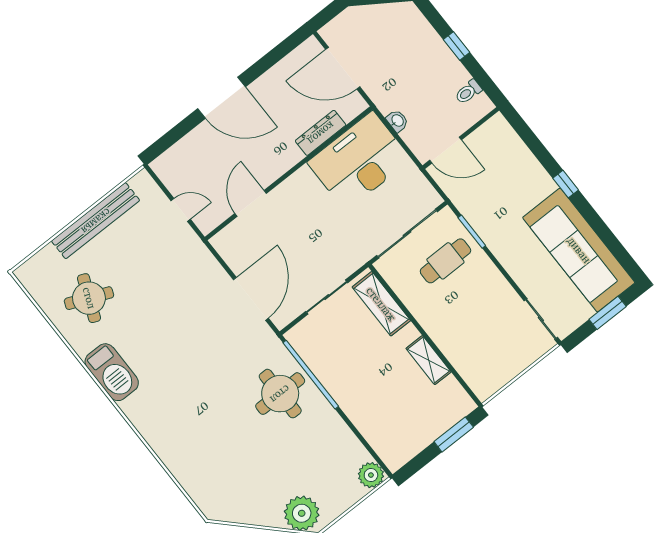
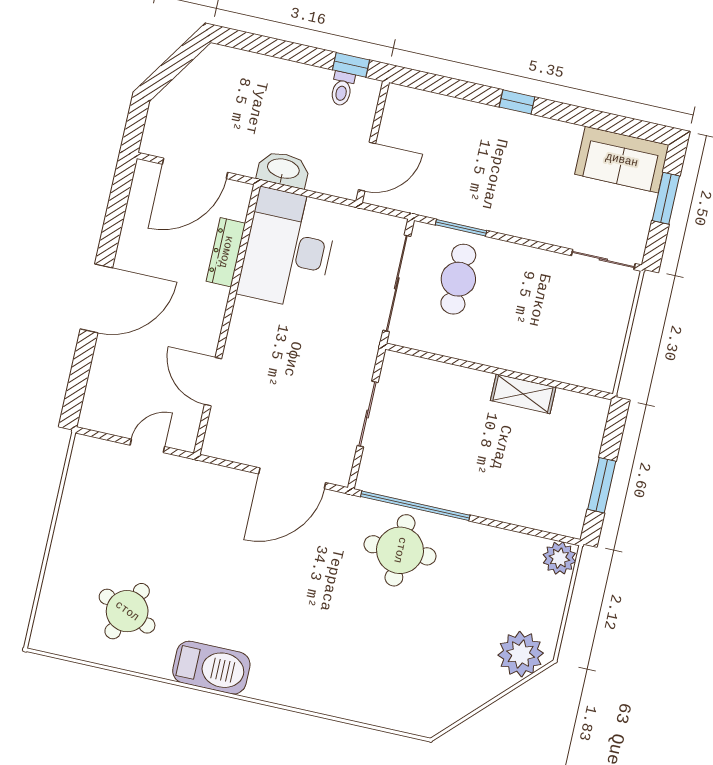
window: (457, 46) -> (351, 65), moved
washbasin: (397, 121) -> (283, 169), width x1.91, depth x1.45
bench: (96, 221) -> (70, 527), removed
sofa: (579, 250) -> (622, 160), width x0.54, depth x0.79
door: (251, 299) -> (292, 478), swing flipped
shelving: (381, 304) -> (429, 376), removed
window: (454, 434) -> (602, 485), moved

